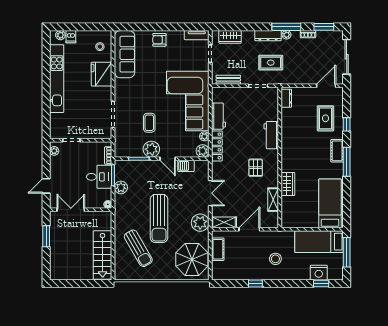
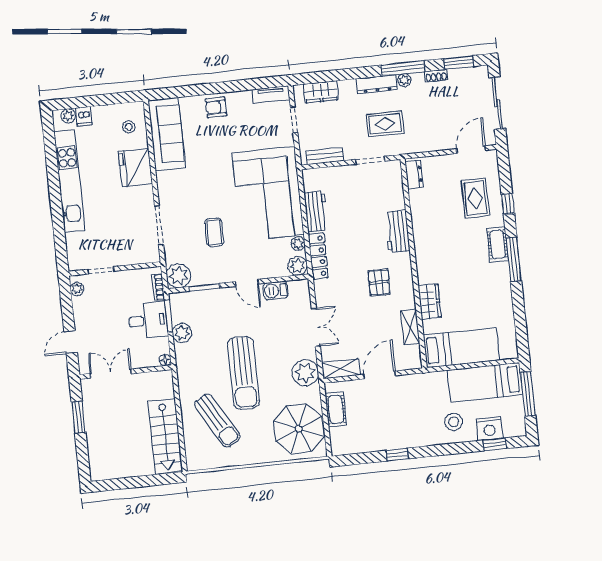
plant: (151, 149) -> (179, 276), moved
bed: (330, 203) -> (461, 348), moved, turned 90
stool: (275, 259) -> (454, 422), moved

